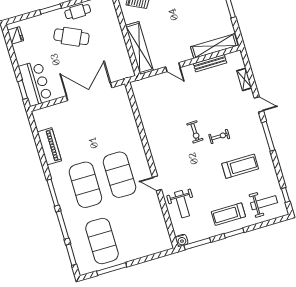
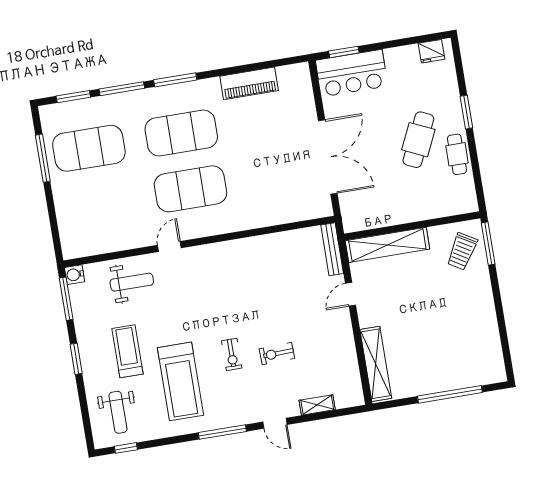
bench: (210, 63) -> (332, 249), moved
door: (259, 104) -> (275, 423), hinge flipped
exercise bike: (195, 132) -> (277, 354), moved
treadmill: (240, 166) -> (180, 381), width x1.37, depth x1.38
weight bench: (182, 204) -> (132, 282), turned 180
treadmill: (228, 214) -> (127, 351), moved

